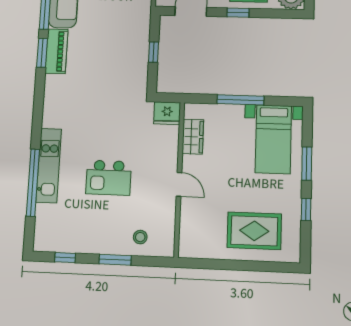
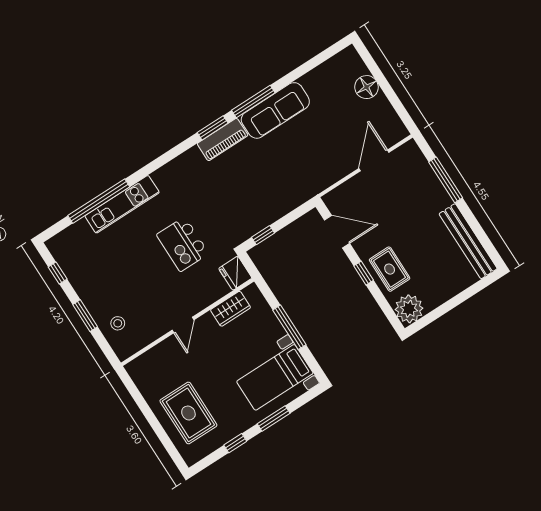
window: (154, 52) -> (263, 235), moved
kitchen island: (108, 178) -> (183, 244), moved

